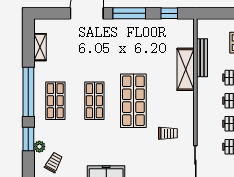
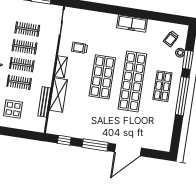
shelving: (40, 47) -> (61, 67), moved
shop shelf: (94, 101) -> (132, 82), width x2.00, depth x1.36

